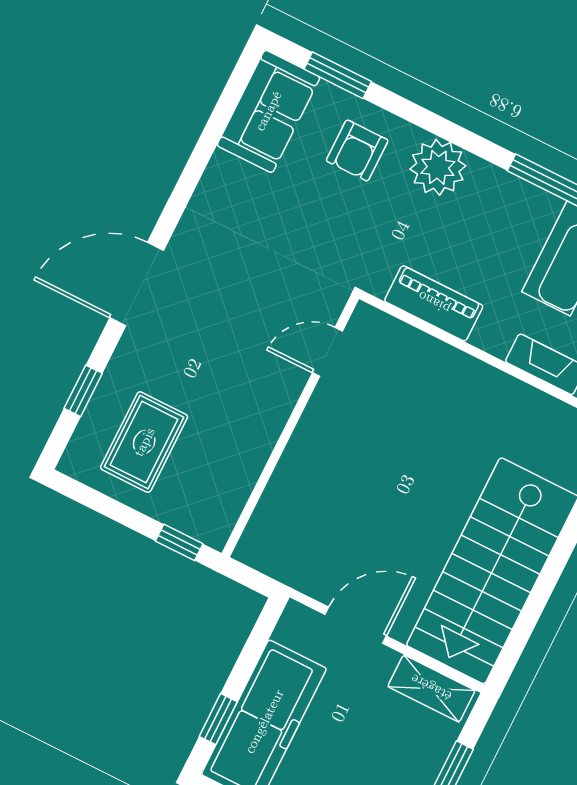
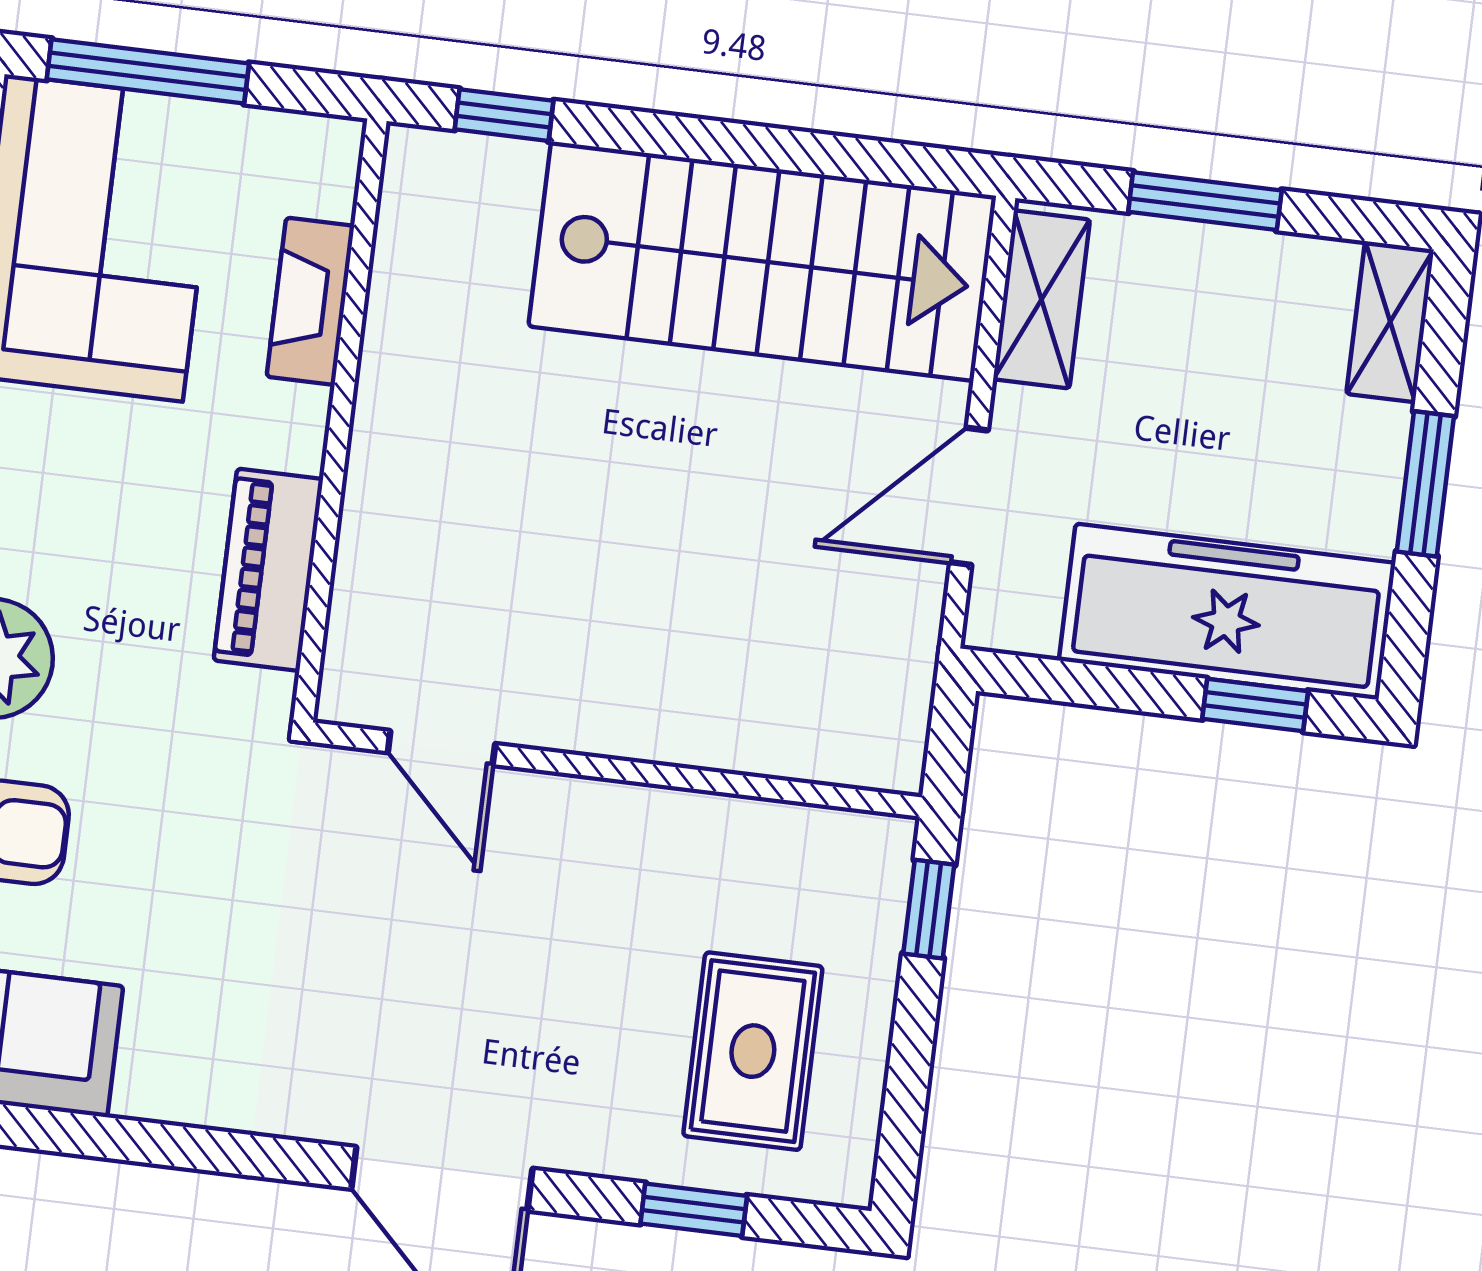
rug: (144, 442) -> (753, 1051), turned 90
door: (356, 625) -> (969, 496), hinge flipped

